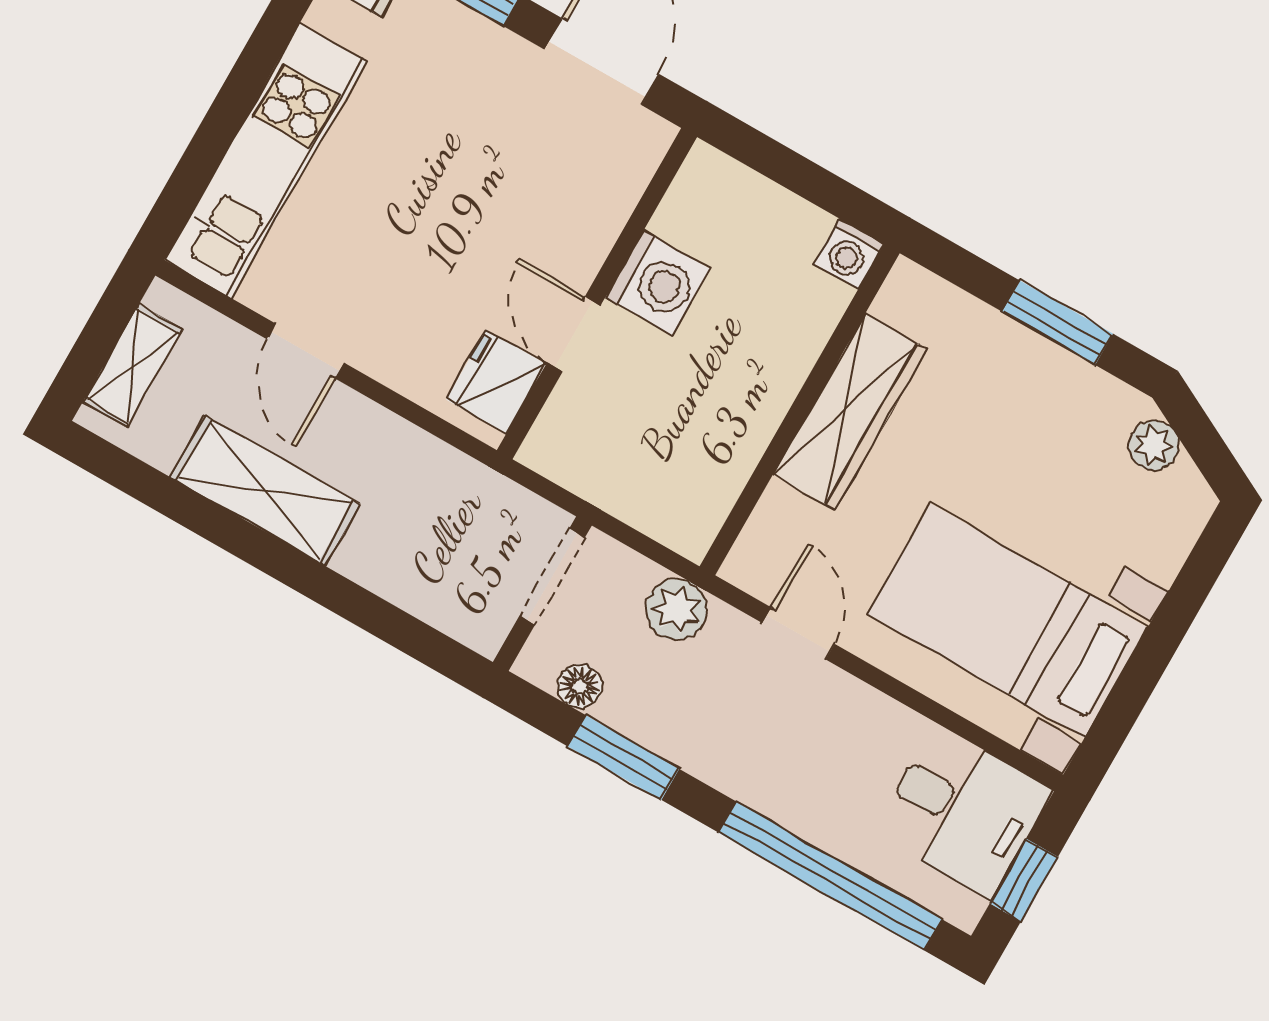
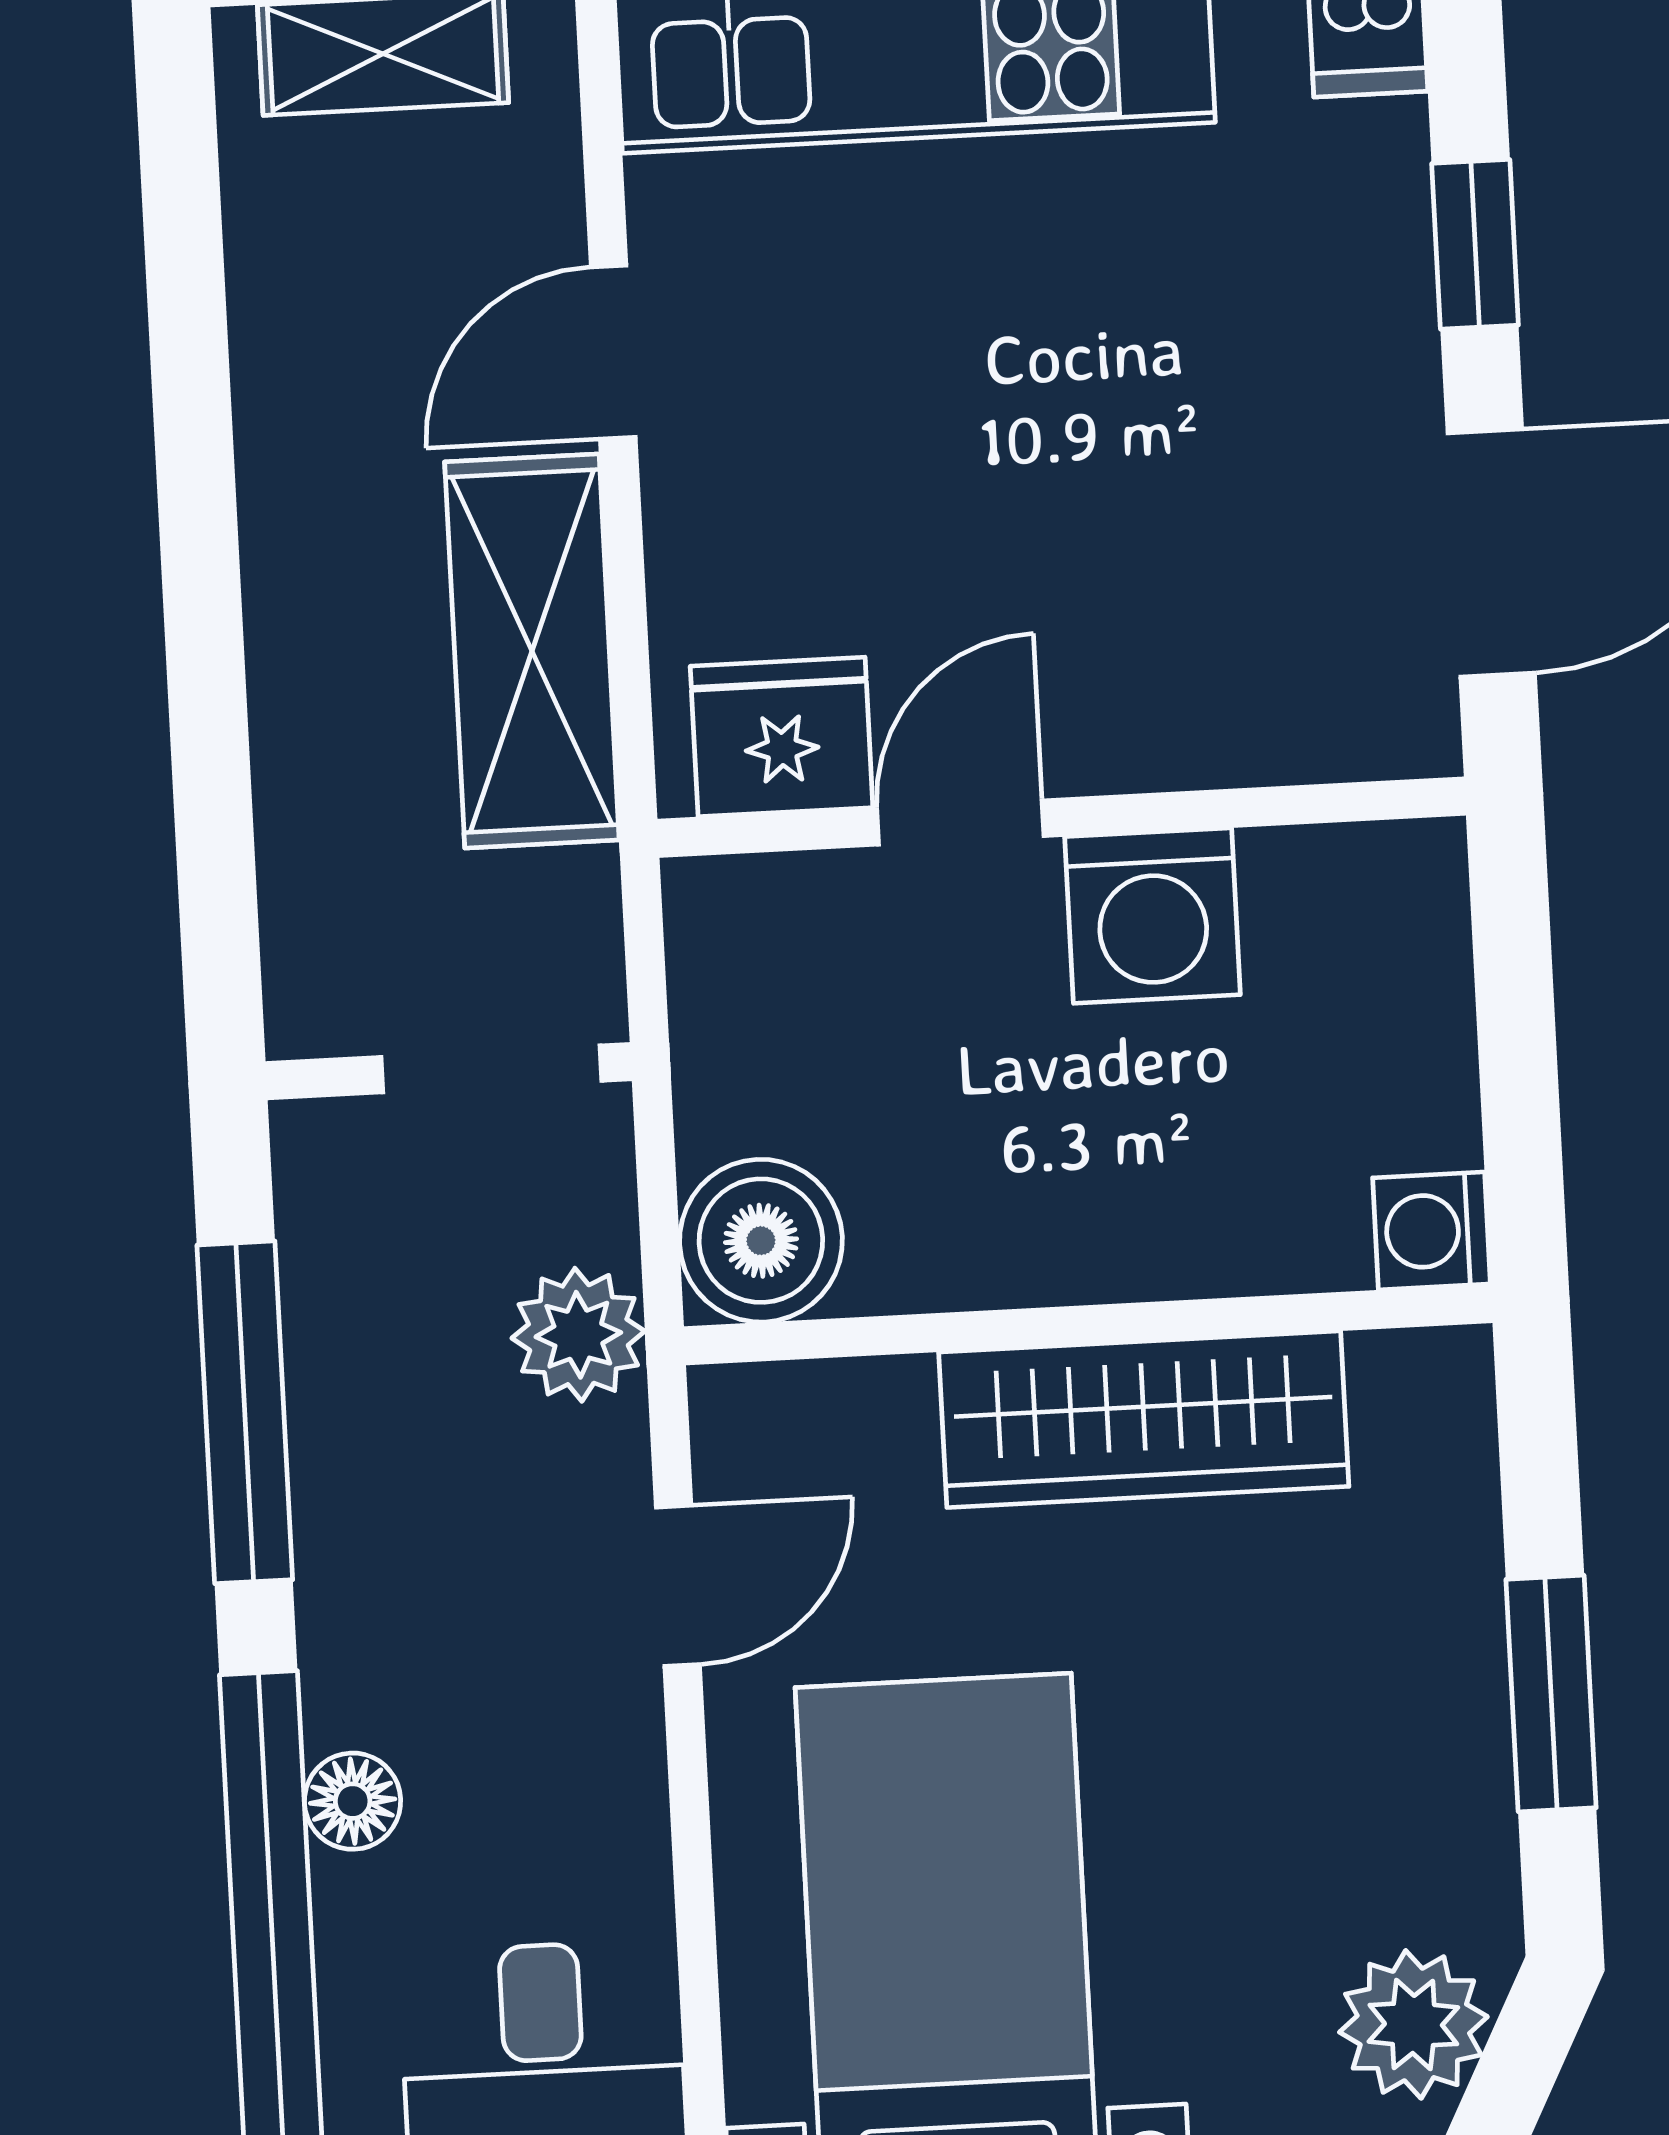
plant: (1154, 445) -> (1413, 2024), width x1.38, depth x1.38
shelving: (265, 491) -> (532, 651), moved
boiler: (686, 515) -> (761, 1241), added
floor lamp: (580, 686) -> (353, 1801), moved
window: (623, 758) -> (245, 1412), width x1.44

